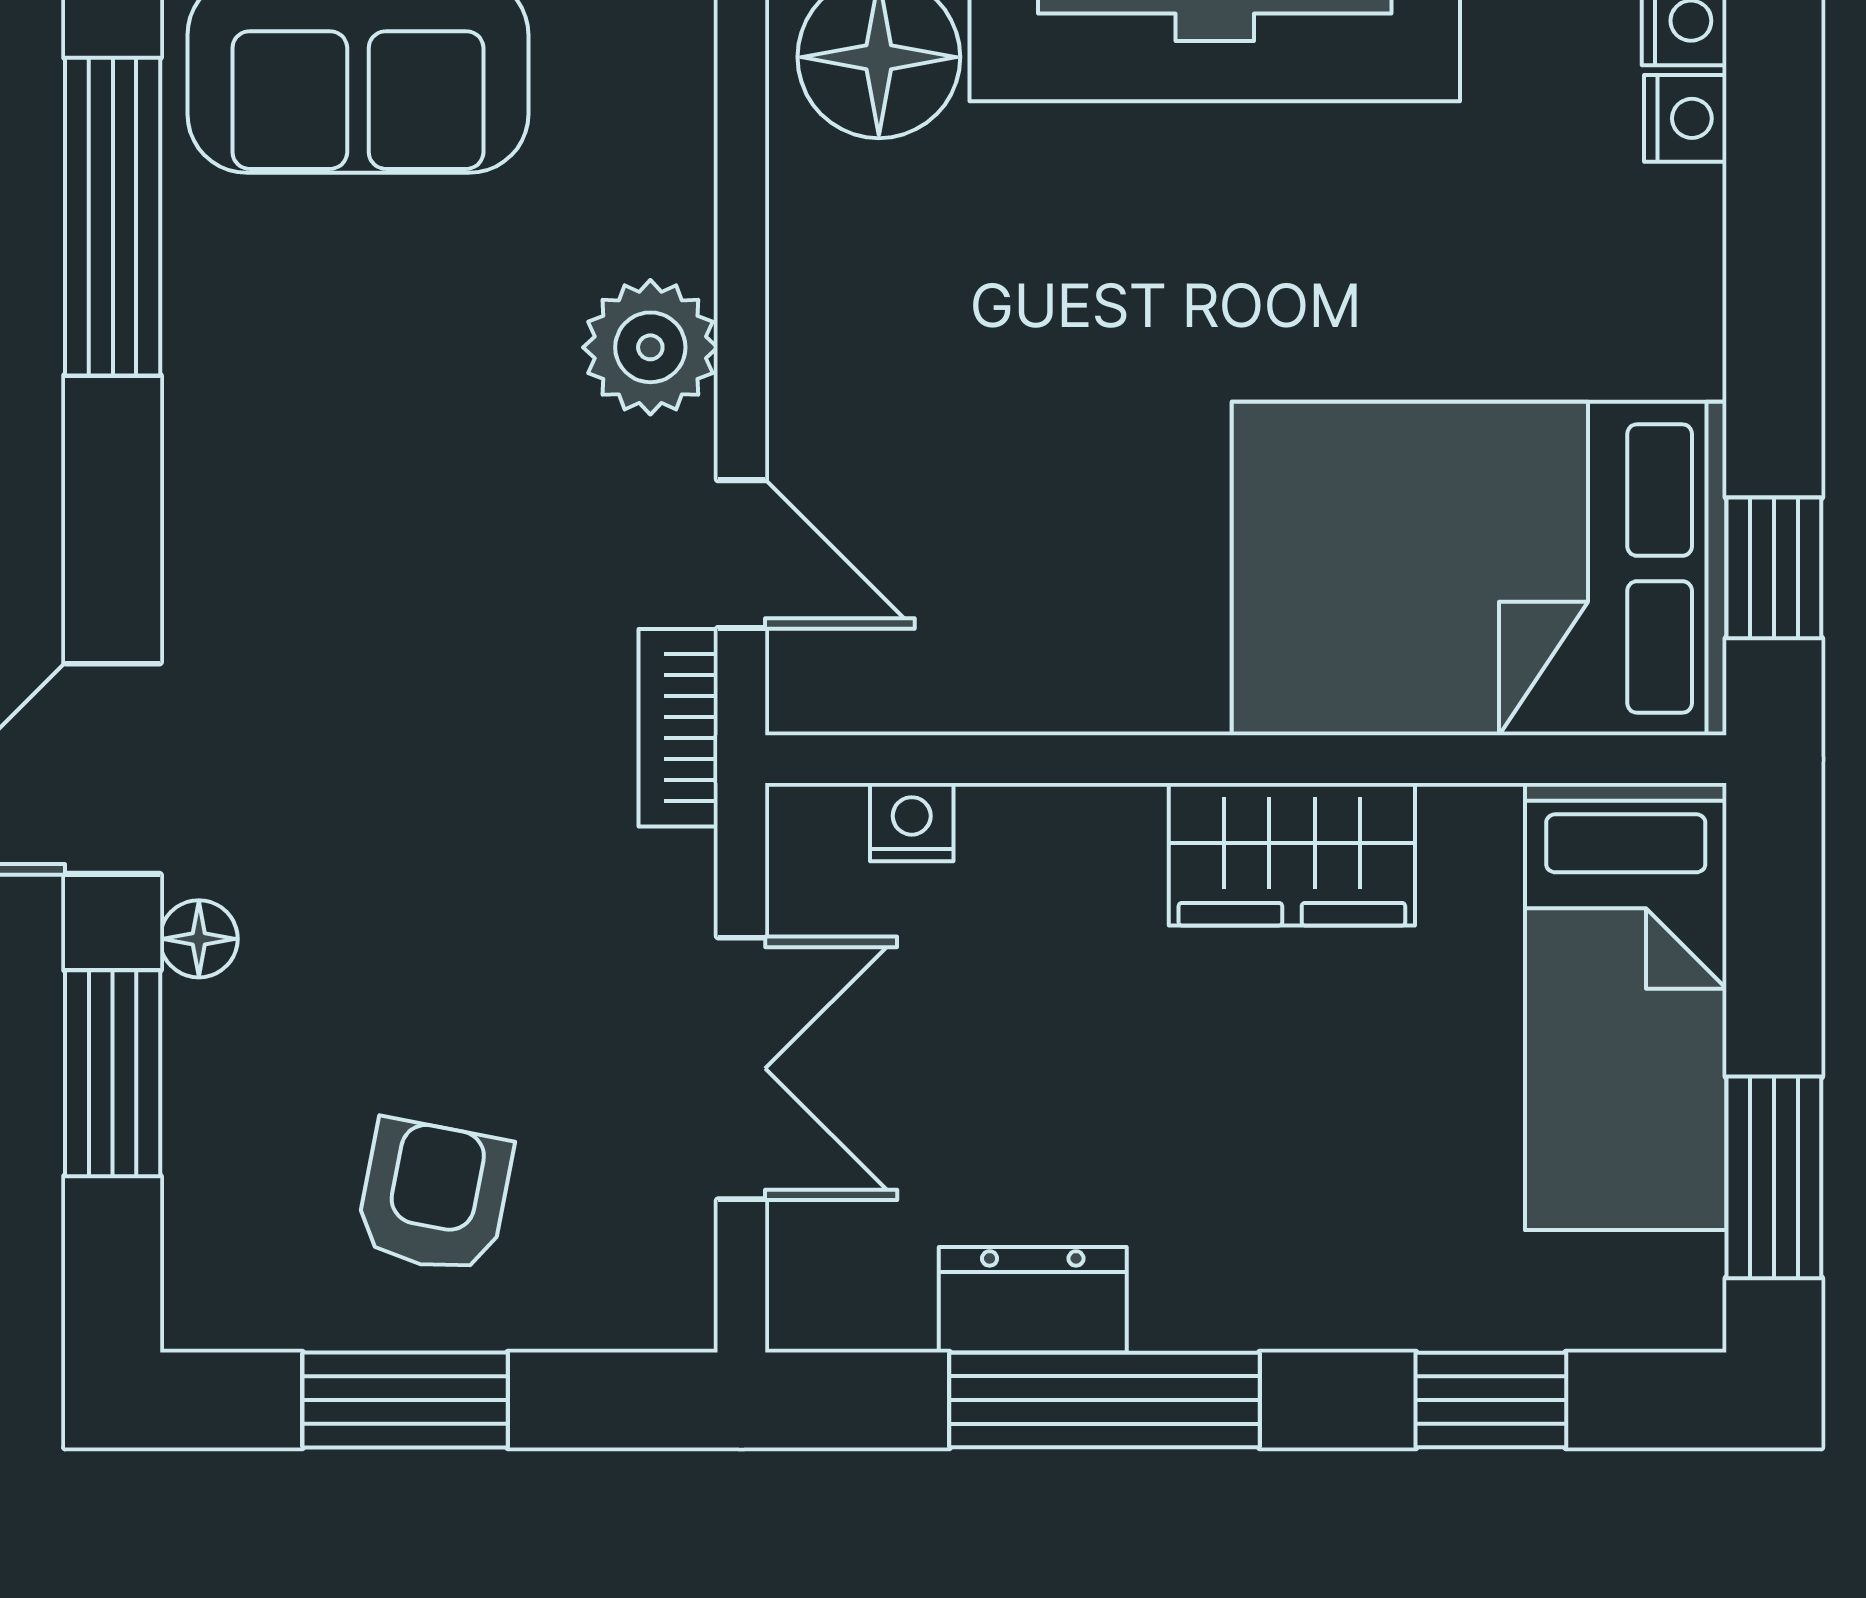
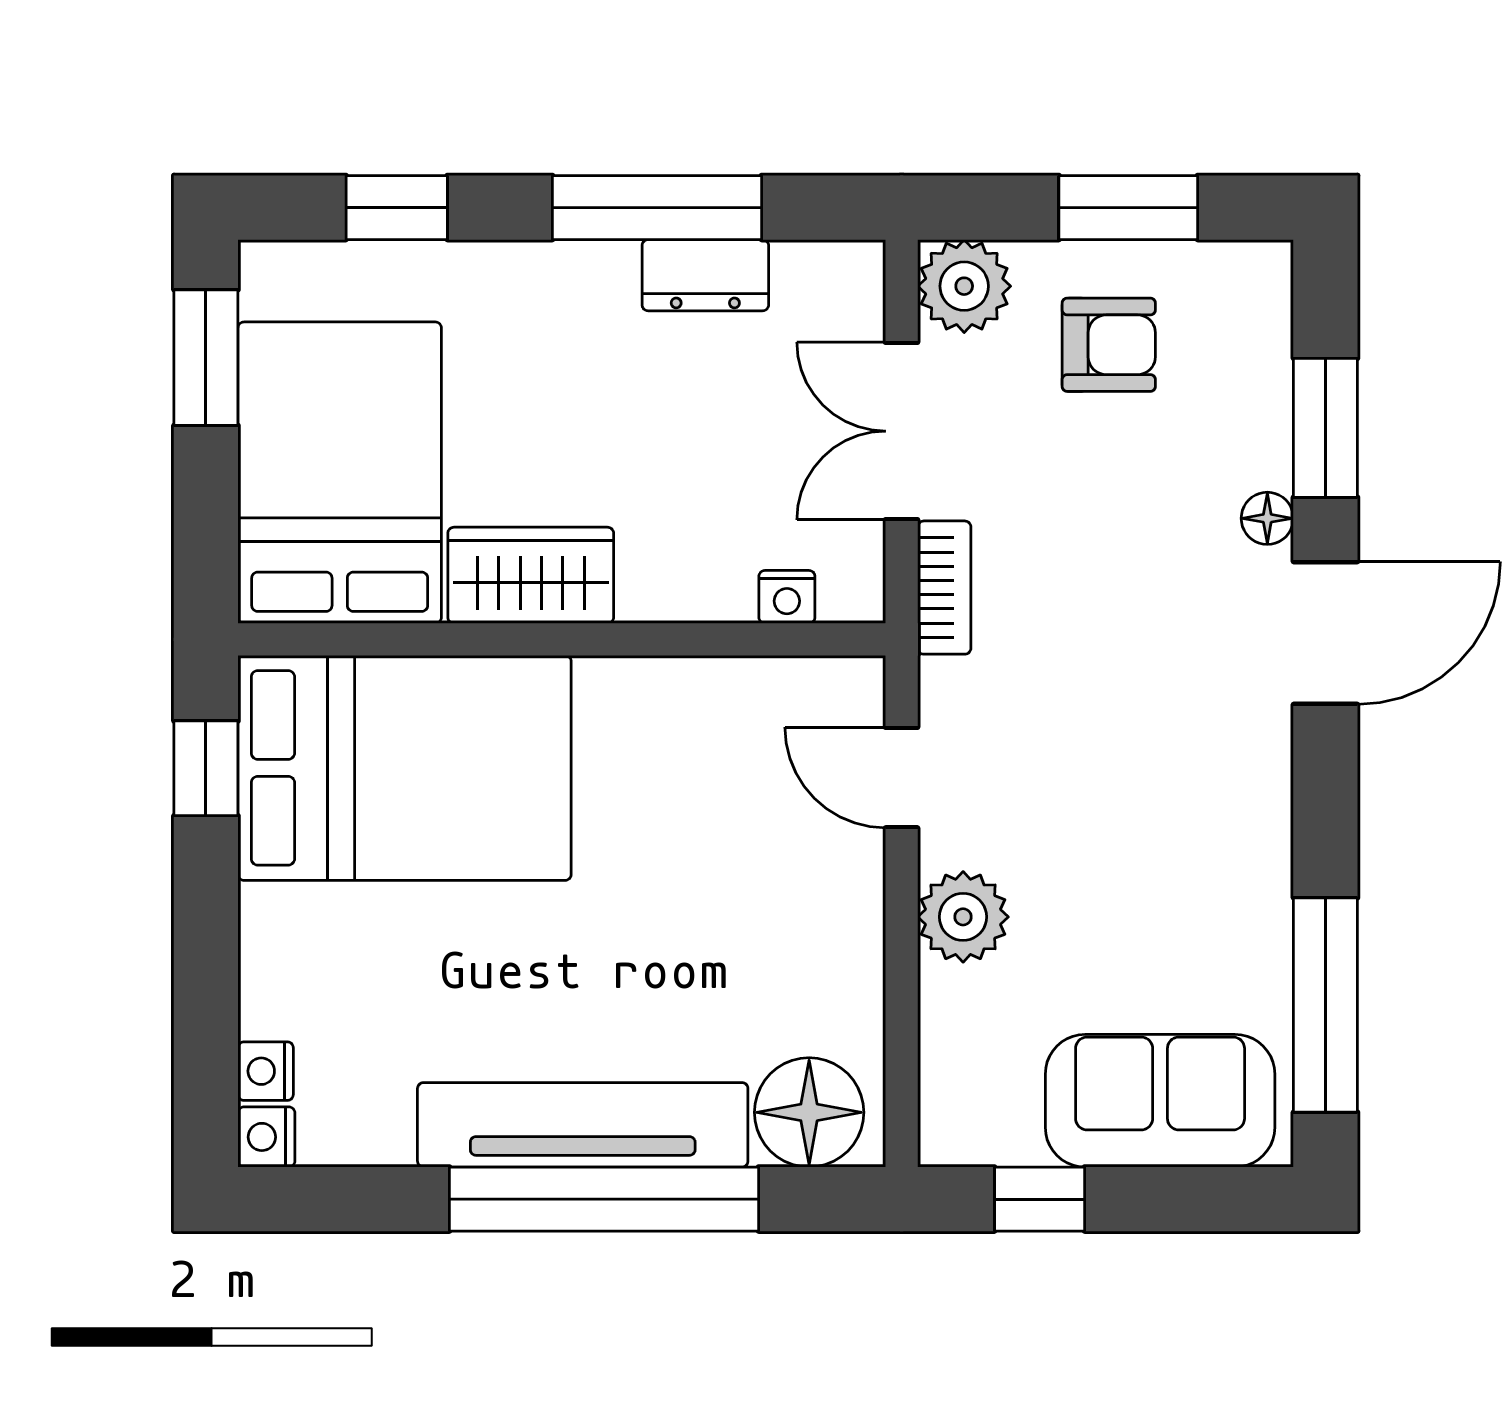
bookcase: (678, 728) -> (944, 588), moved
bed: (1626, 1007) -> (340, 473), width x1.50
armchair: (434, 1196) -> (1109, 345), turned -101
plant: (649, 1283) -> (964, 286), added

